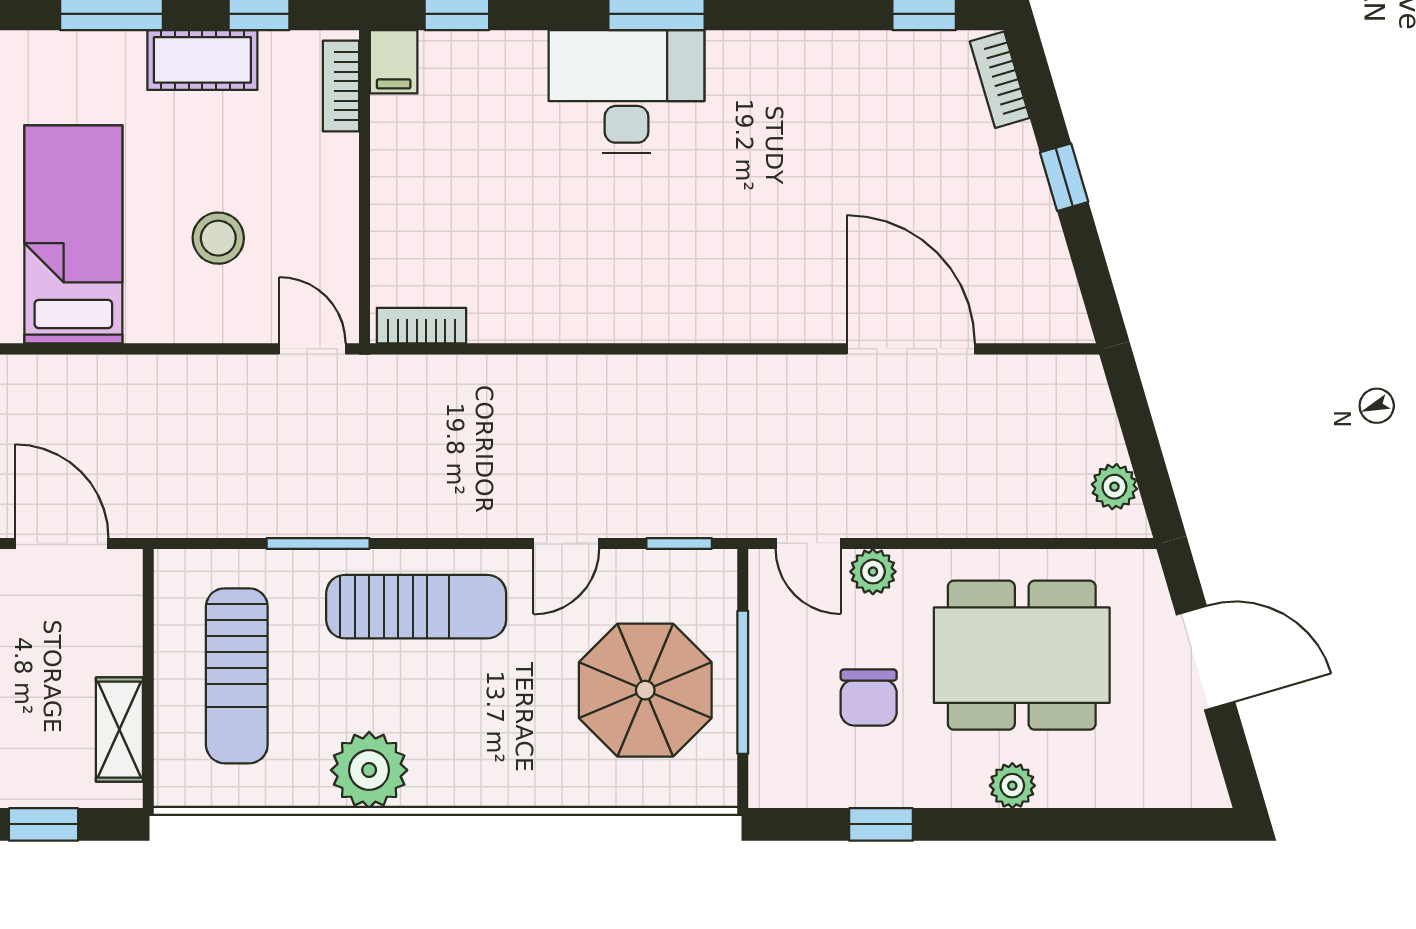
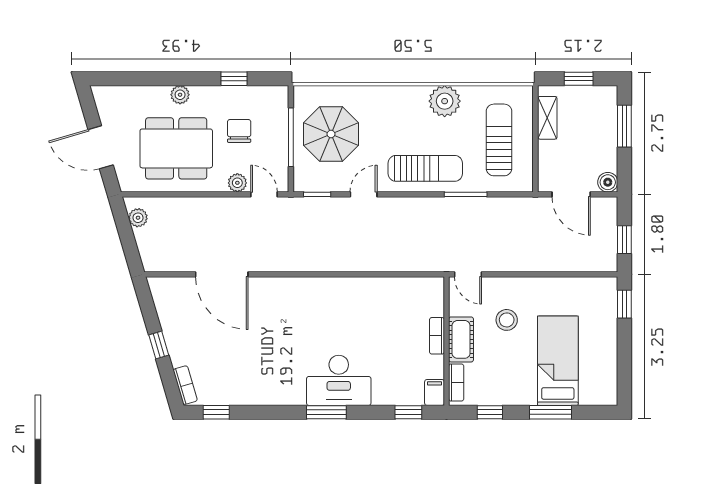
cot: (202, 60) -> (461, 339), moved, turned 90
bed: (73, 234) -> (558, 361), moved, turned 180
bookcase: (421, 326) -> (437, 336), moved, turned 90
sun lounger: (416, 607) -> (425, 168), turned 180

